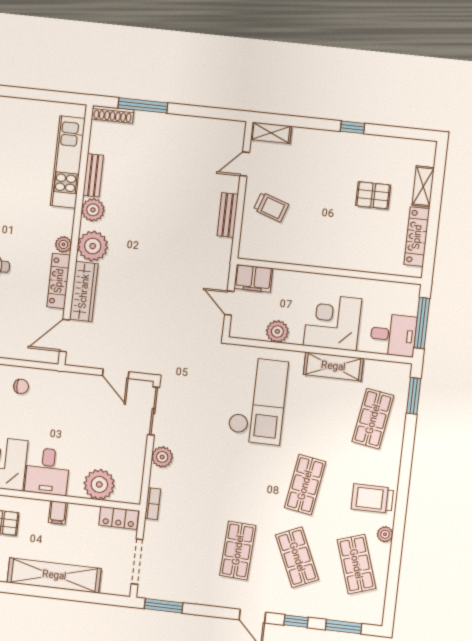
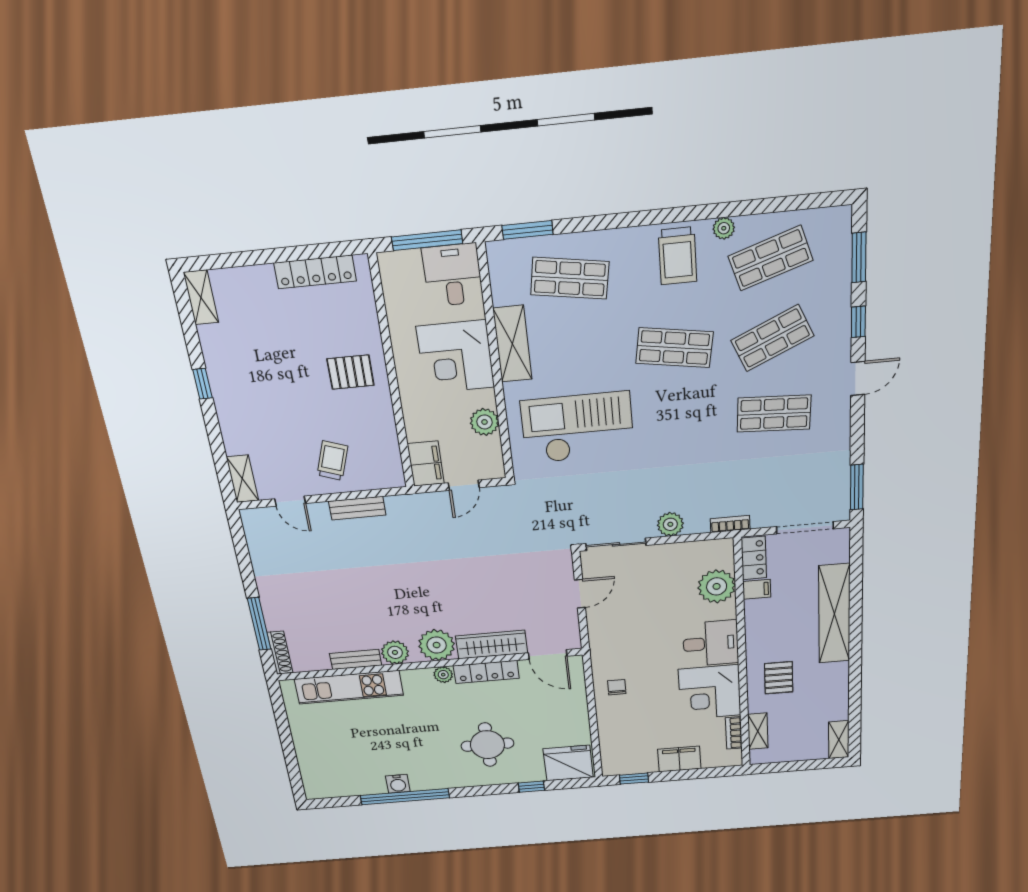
shelving: (423, 186) -> (201, 297), moved, turned 90
pallet: (373, 195) -> (350, 372), moved, turned 90
filing cabinet: (58, 512) -> (757, 589), moved

